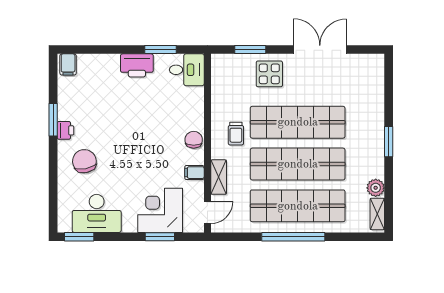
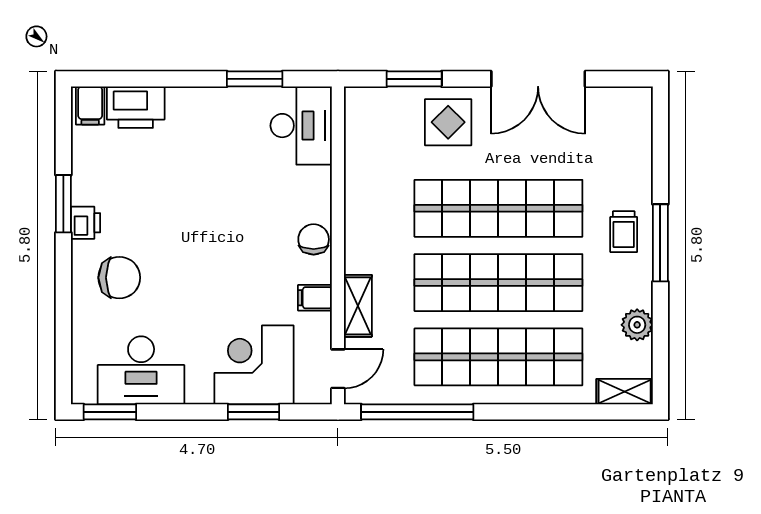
double door: (320, 50) -> (538, 79), swing flipped
printer: (137, 65) -> (136, 107), moved
desk: (187, 70) -> (301, 126), width x1.37
trolley: (236, 134) -> (624, 232), moved
window: (389, 142) -> (660, 243), width x1.44
chair: (84, 161) -> (119, 278), turned 101
shelving: (377, 214) -> (625, 392), moved, turned 90
window: (293, 237) -> (417, 412), moved

